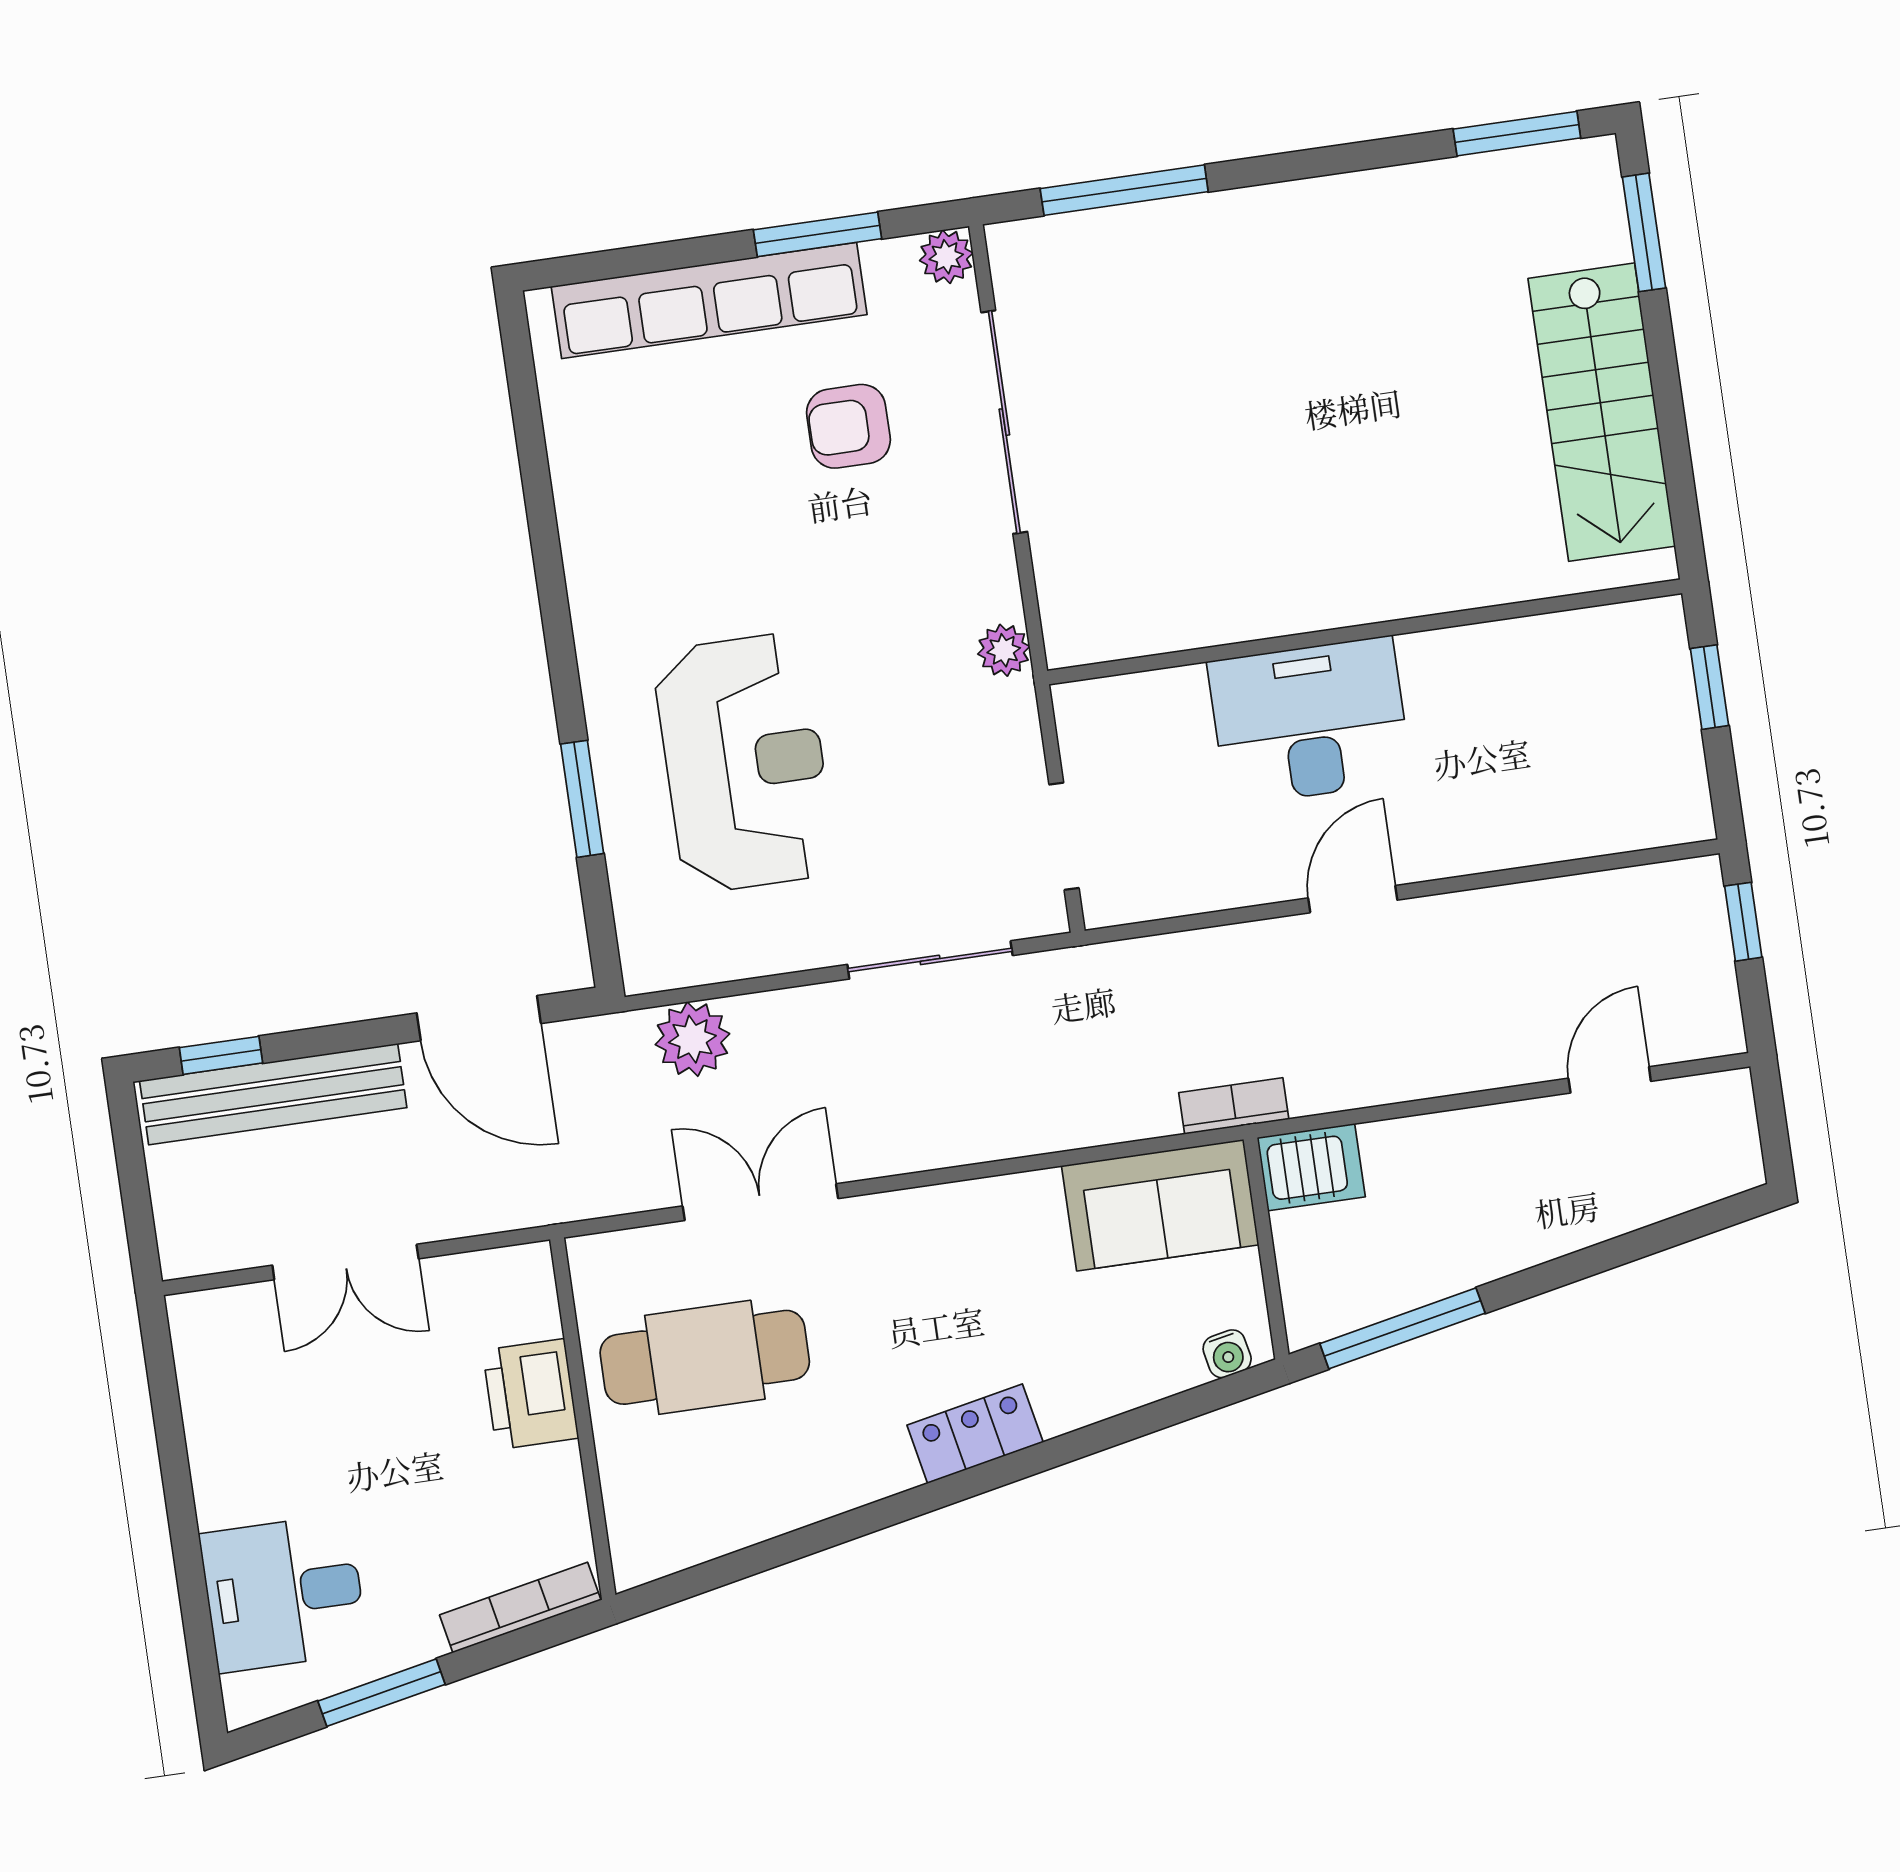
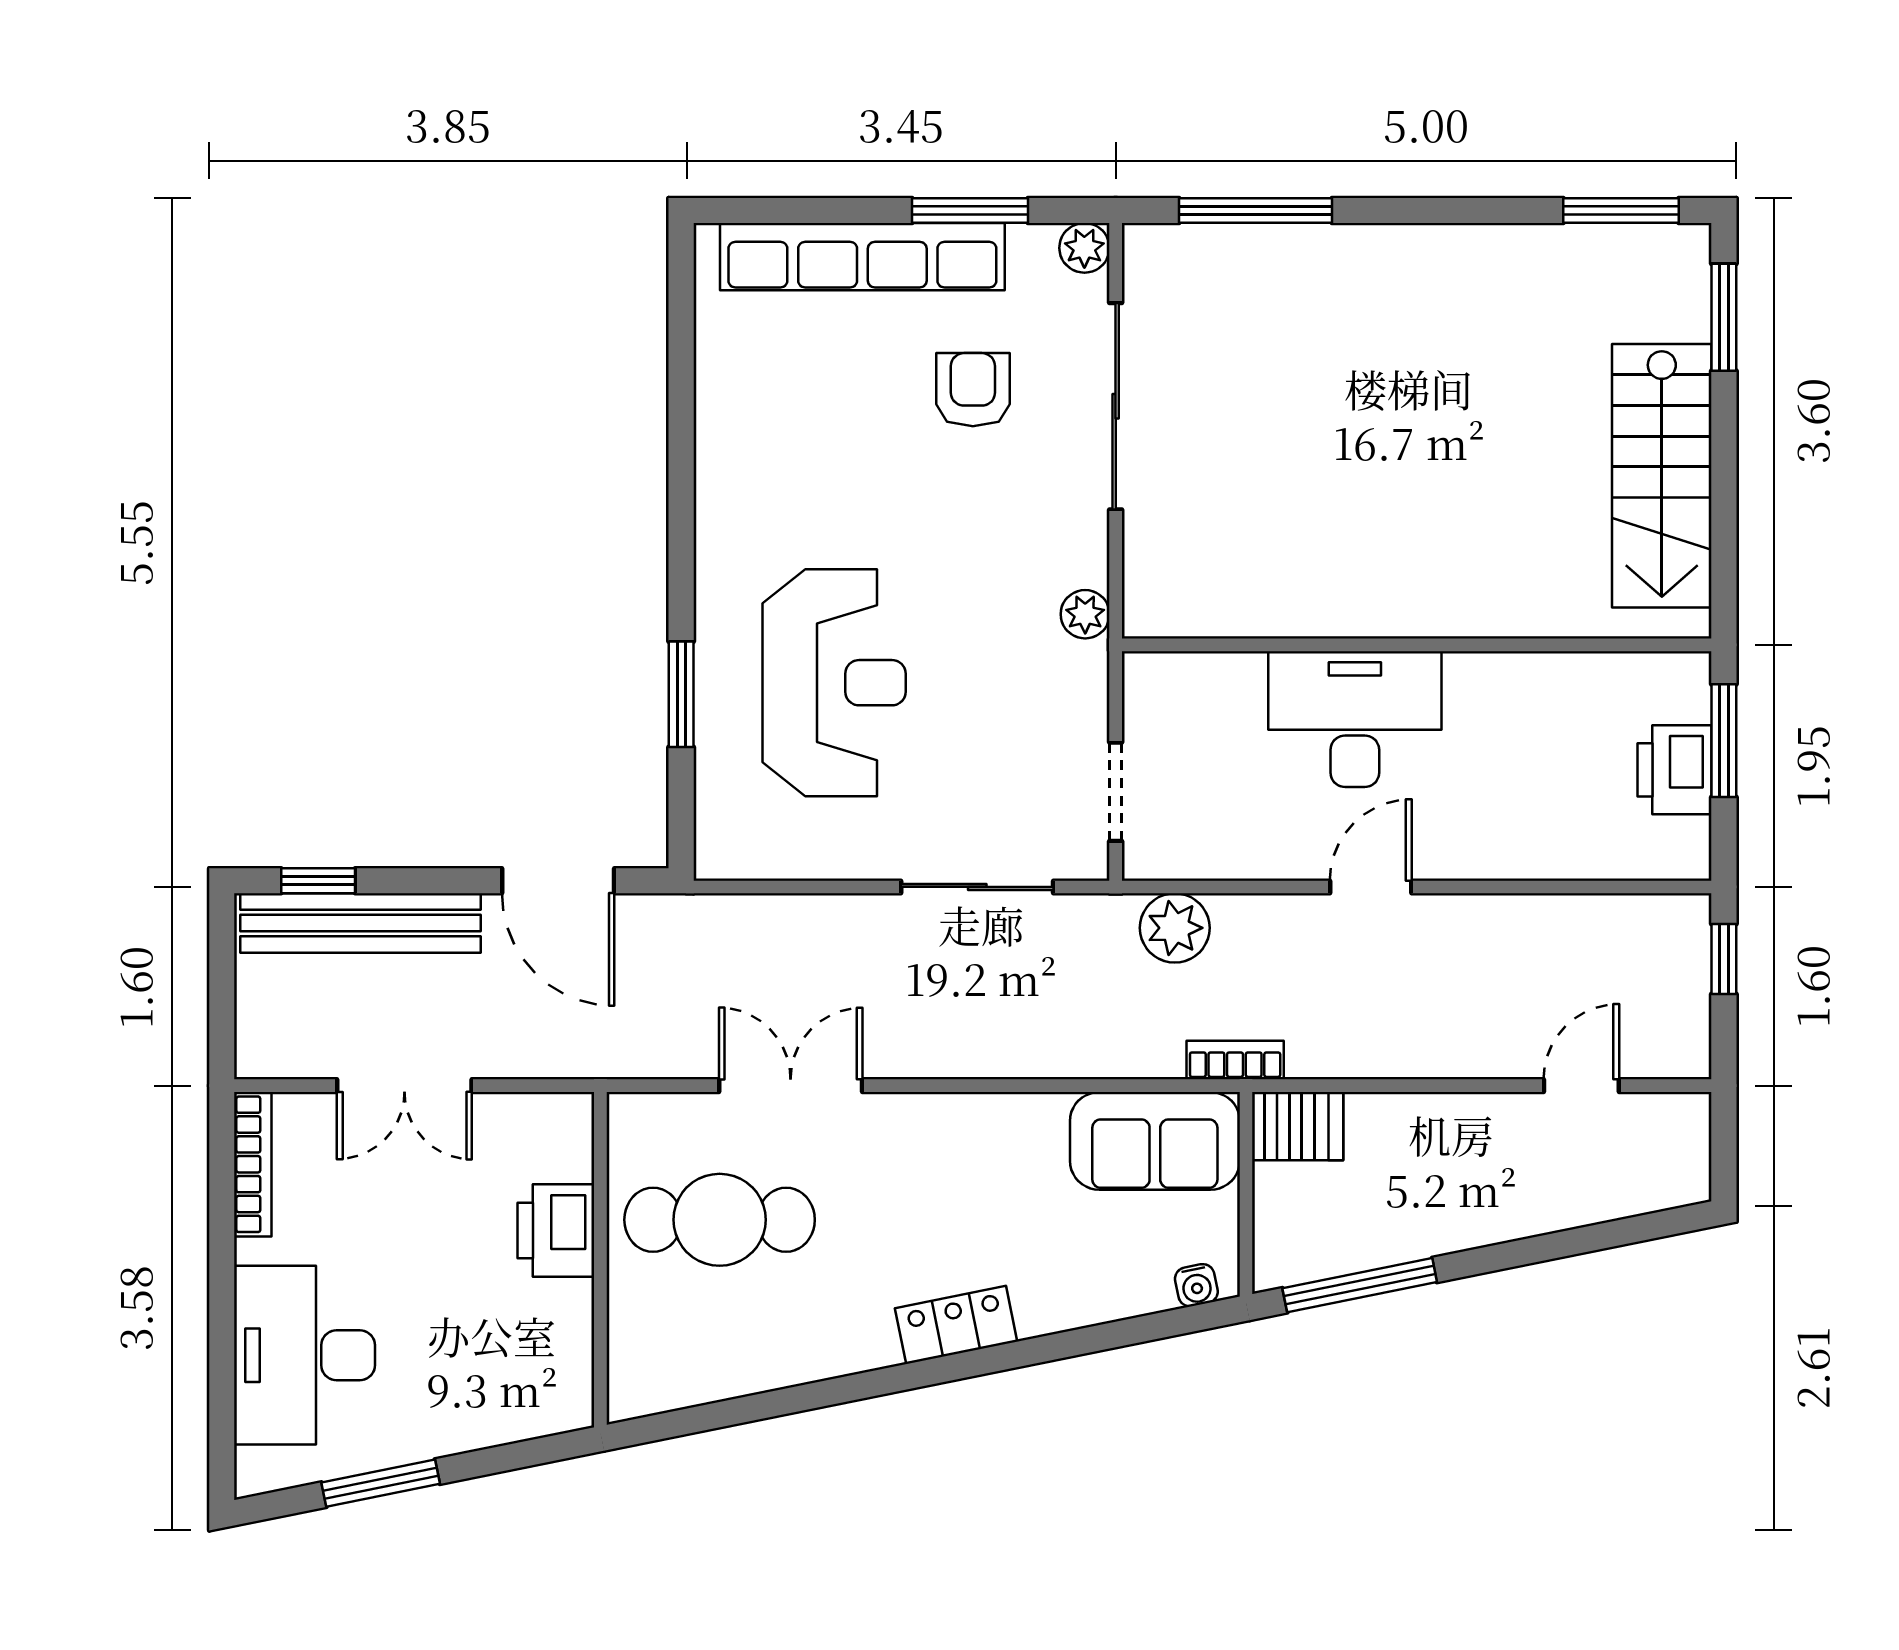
armchair: (848, 426) -> (973, 390), turned 90
window: (1709, 687) -> (1724, 741), width x1.50
printer: (1661, 726) -> (1675, 770), added
plant: (692, 1039) -> (1175, 928), moved
desk: (284, 1593) -> (305, 1355), width x1.37
bookcase: (520, 1607) -> (253, 1164), moved, turned 101

